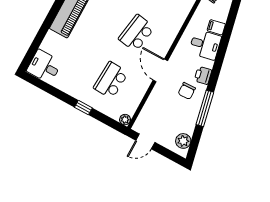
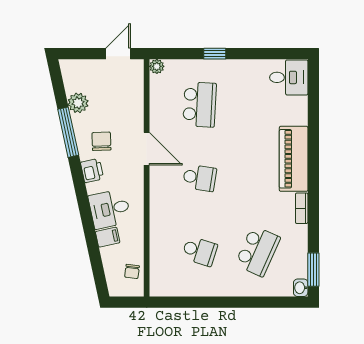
school desk: (137, 33) -> (200, 178), width x0.54
plant: (183, 141) -> (78, 103), moved

